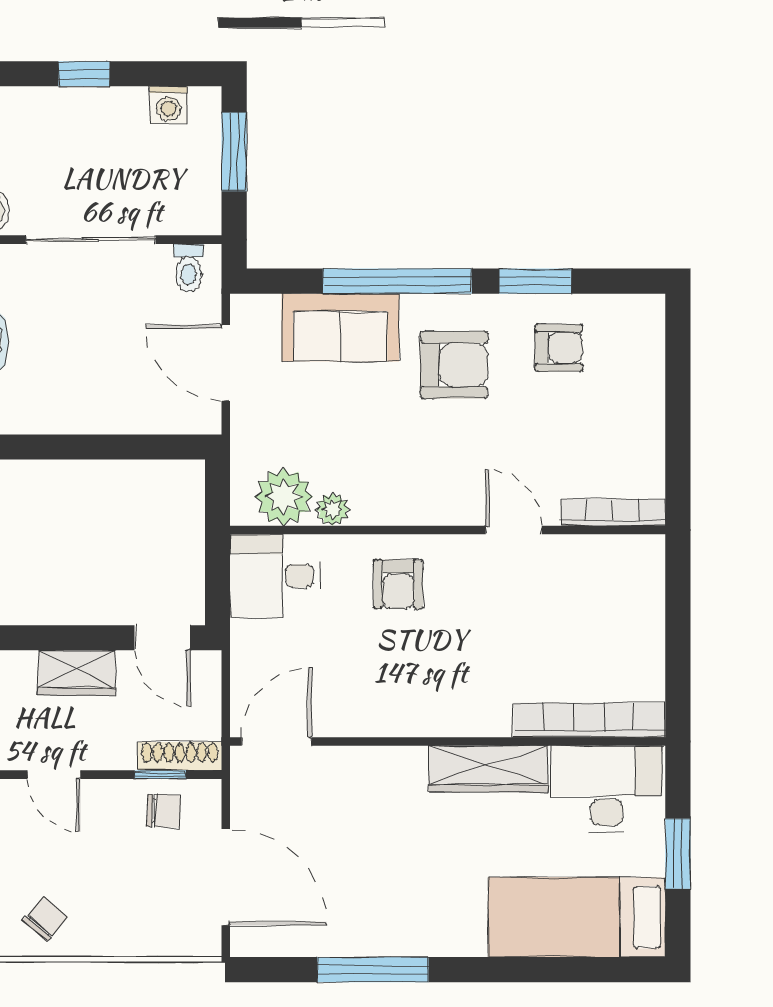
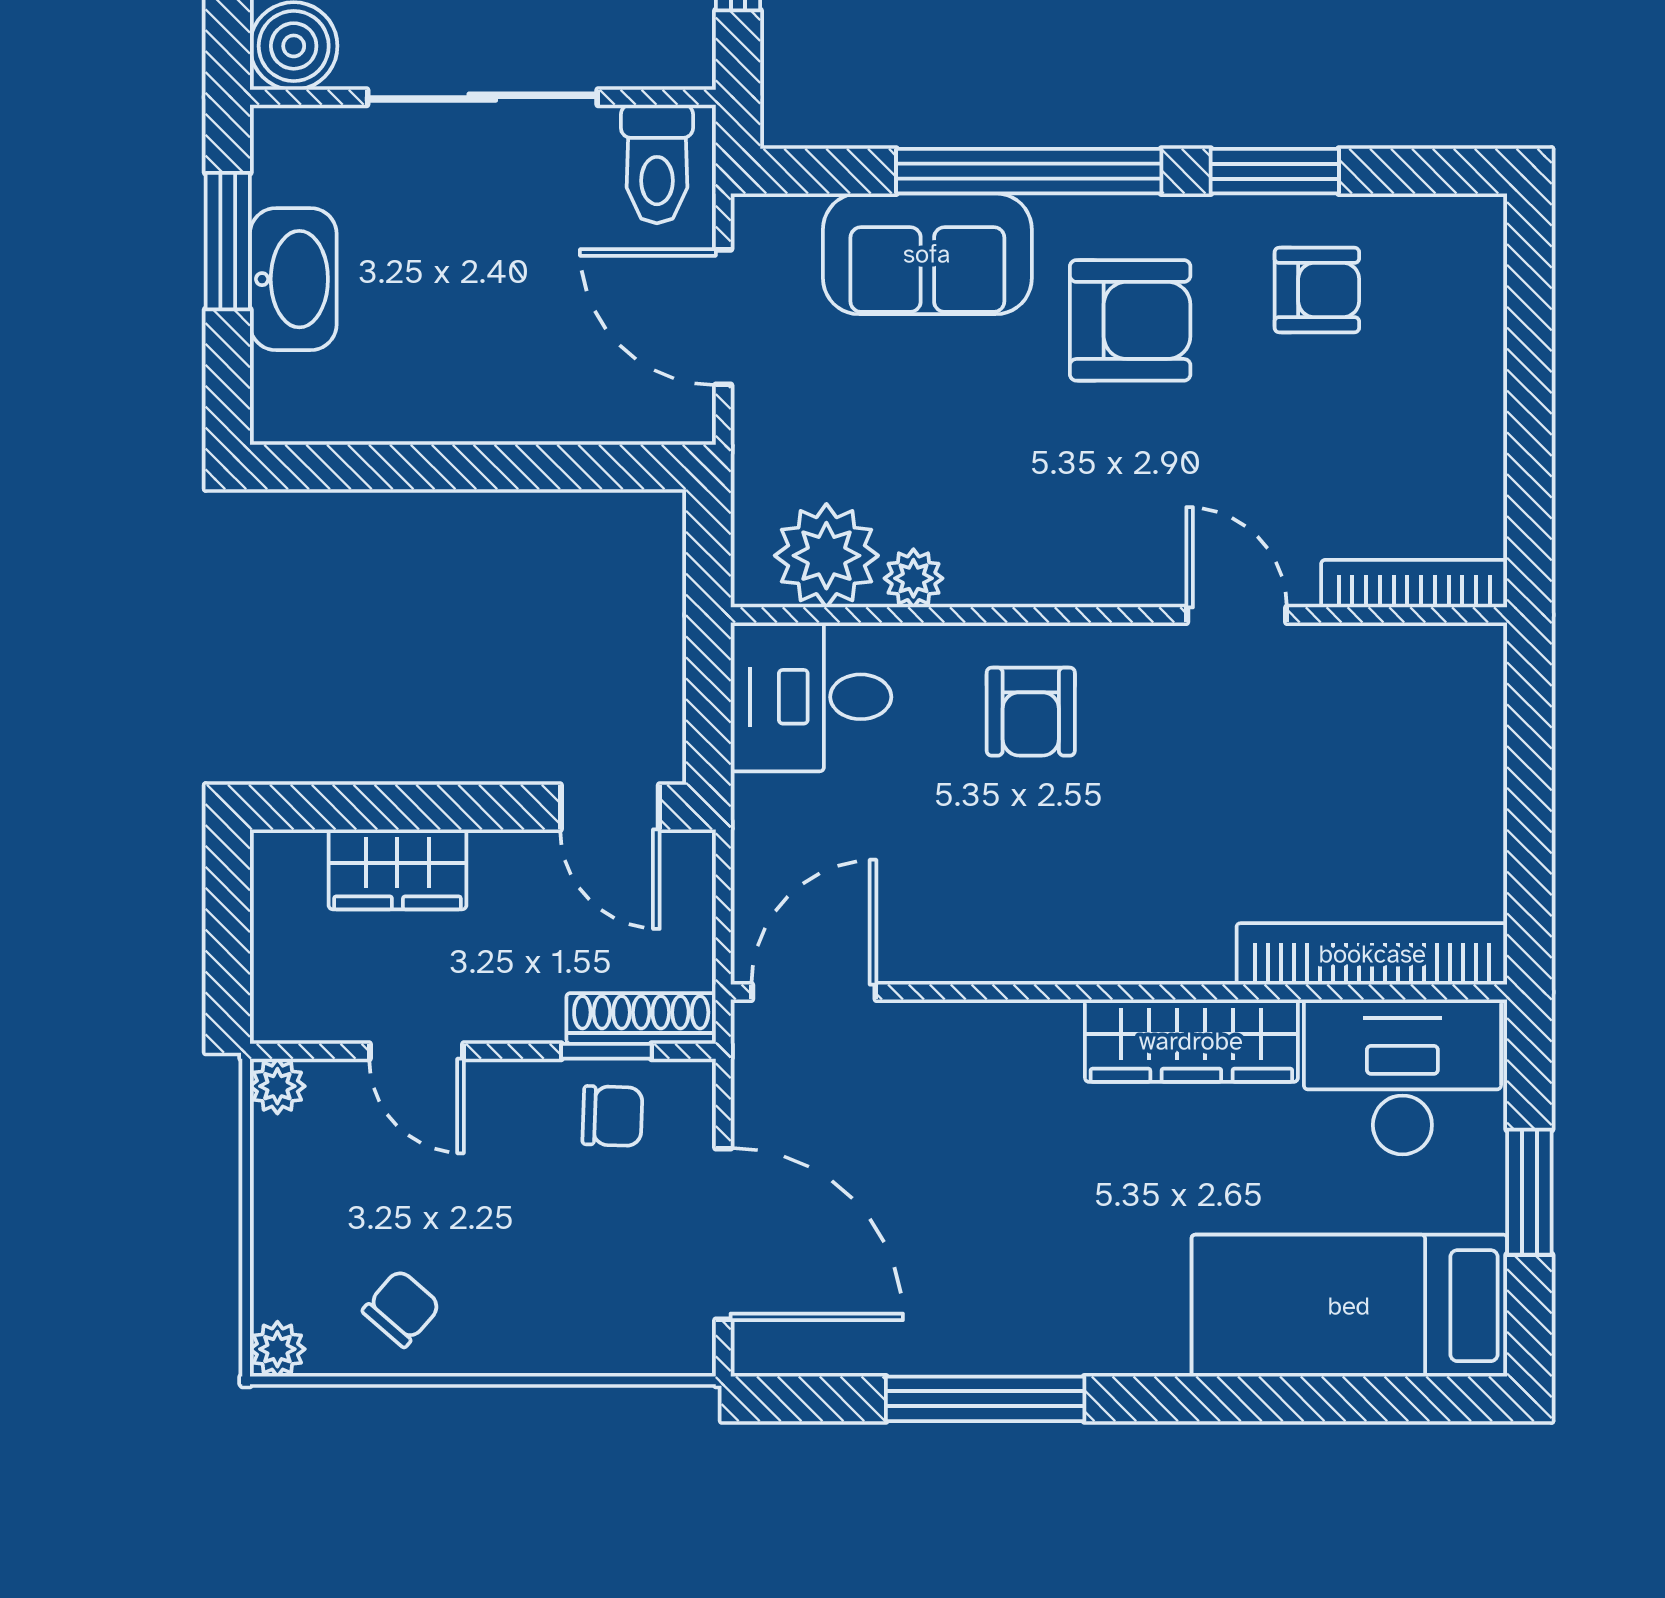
toilet: (189, 268) -> (657, 164), width x1.37, depth x1.39
wardrobe: (77, 673) -> (397, 869), moved

